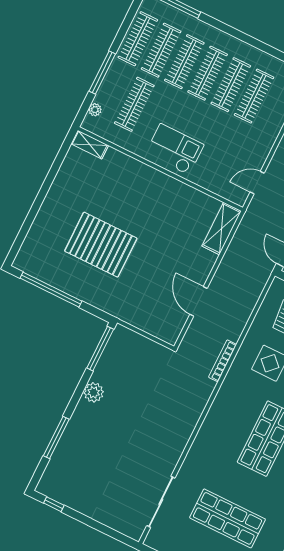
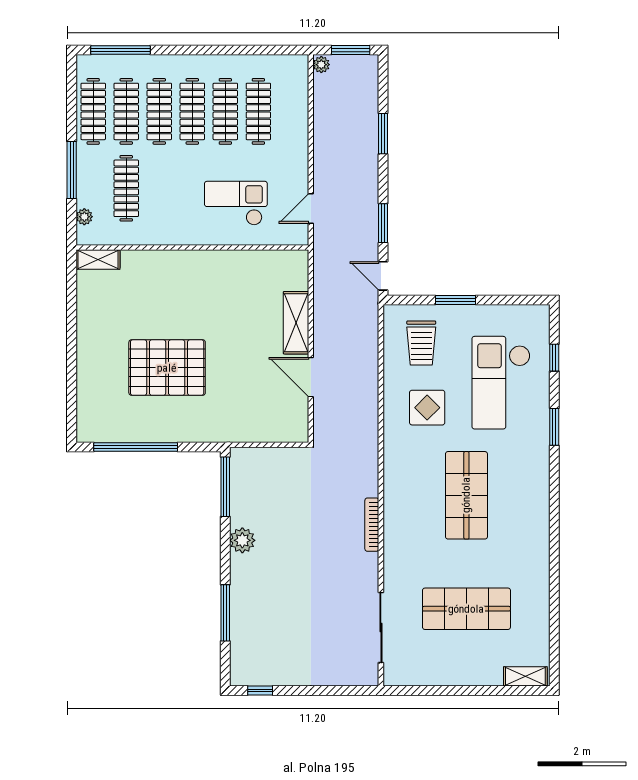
checkout: (175, 149) -> (236, 203), moved
shelving: (222, 229) -> (296, 323), moved
bookcase: (223, 361) -> (372, 525), moved

